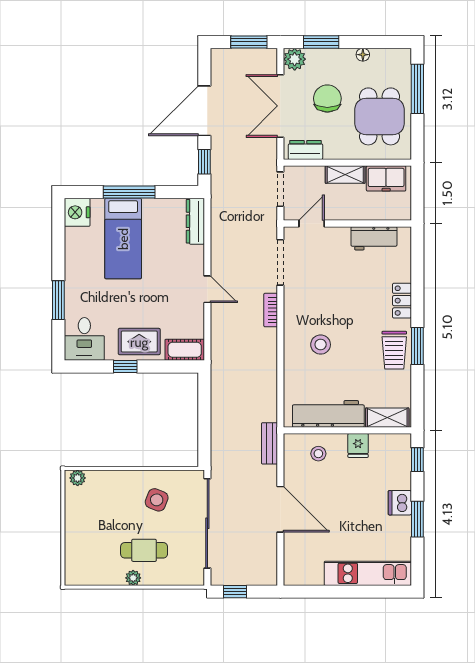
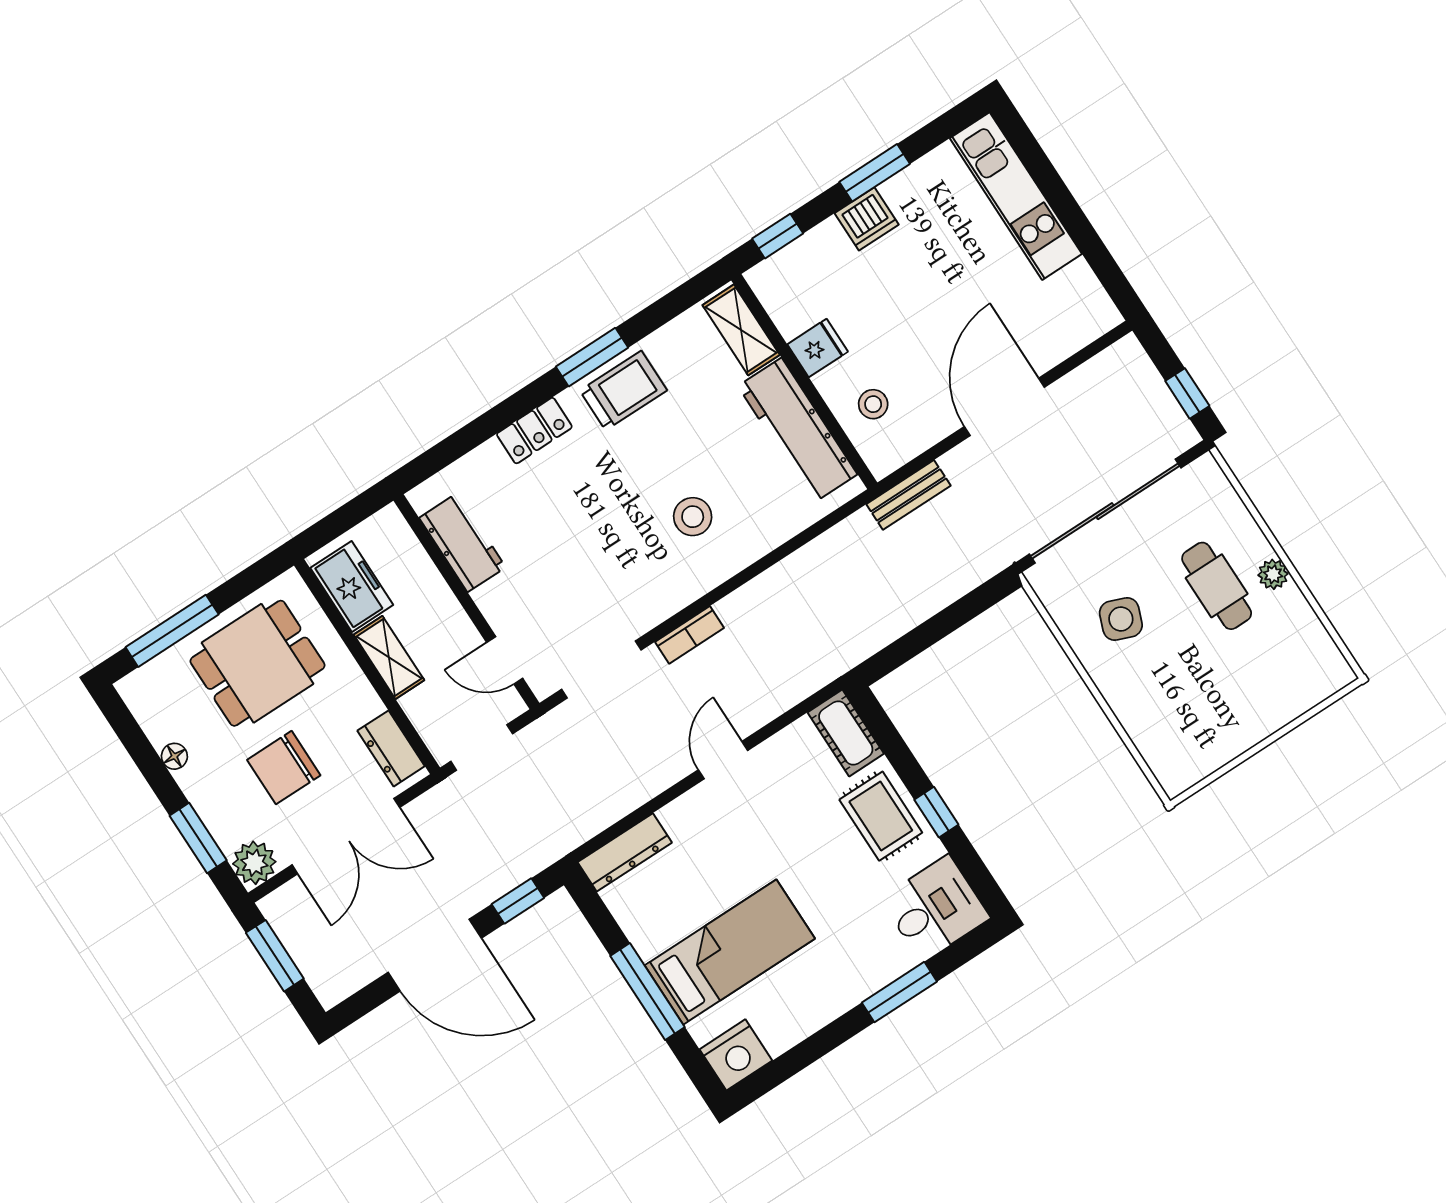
plant: (78, 478) -> (1169, 772), removed

